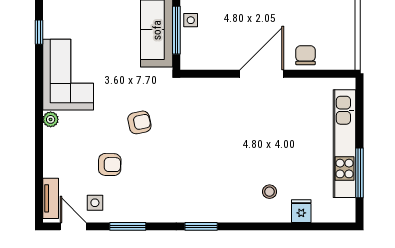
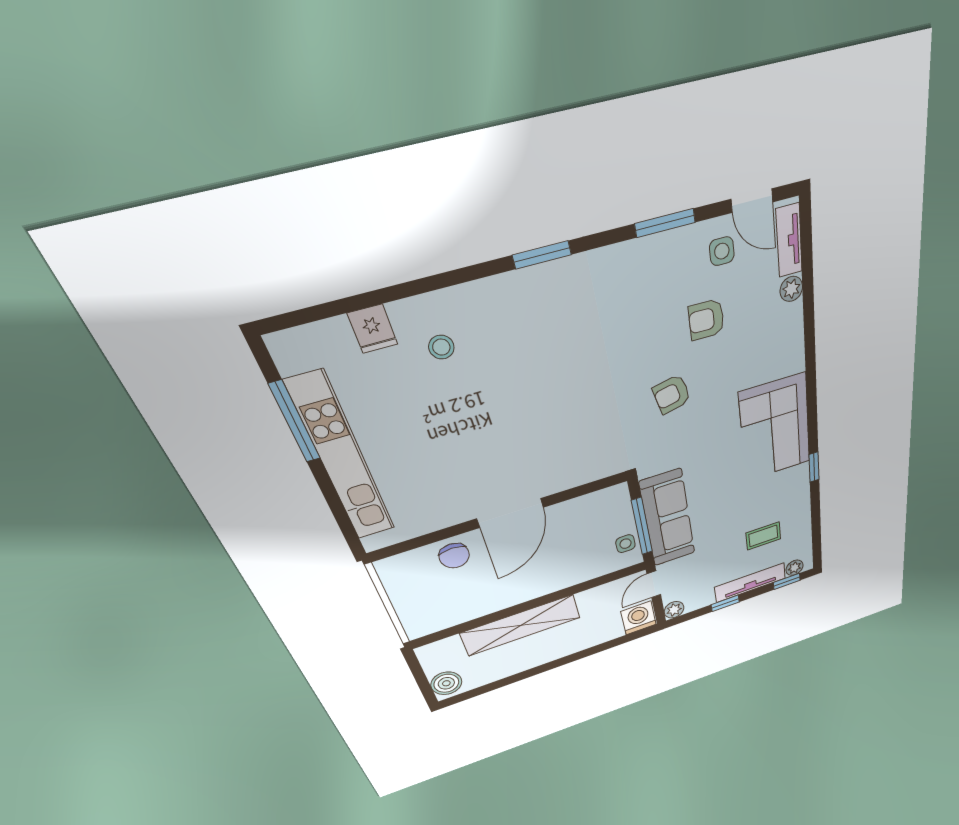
plant: (51, 119) -> (791, 289), moved

